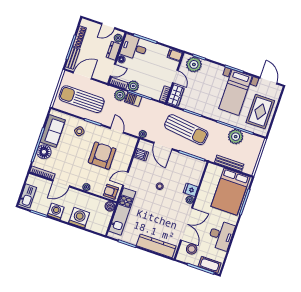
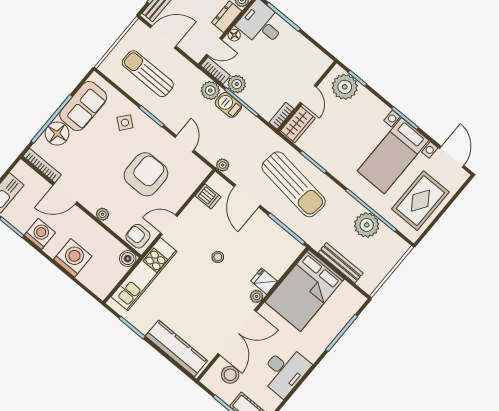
filing cabinet: (175, 55) -> (321, 60), removed
sun lounger: (82, 99) -> (148, 74), width x0.73, depth x0.75
bed: (231, 192) -> (304, 291), moved

